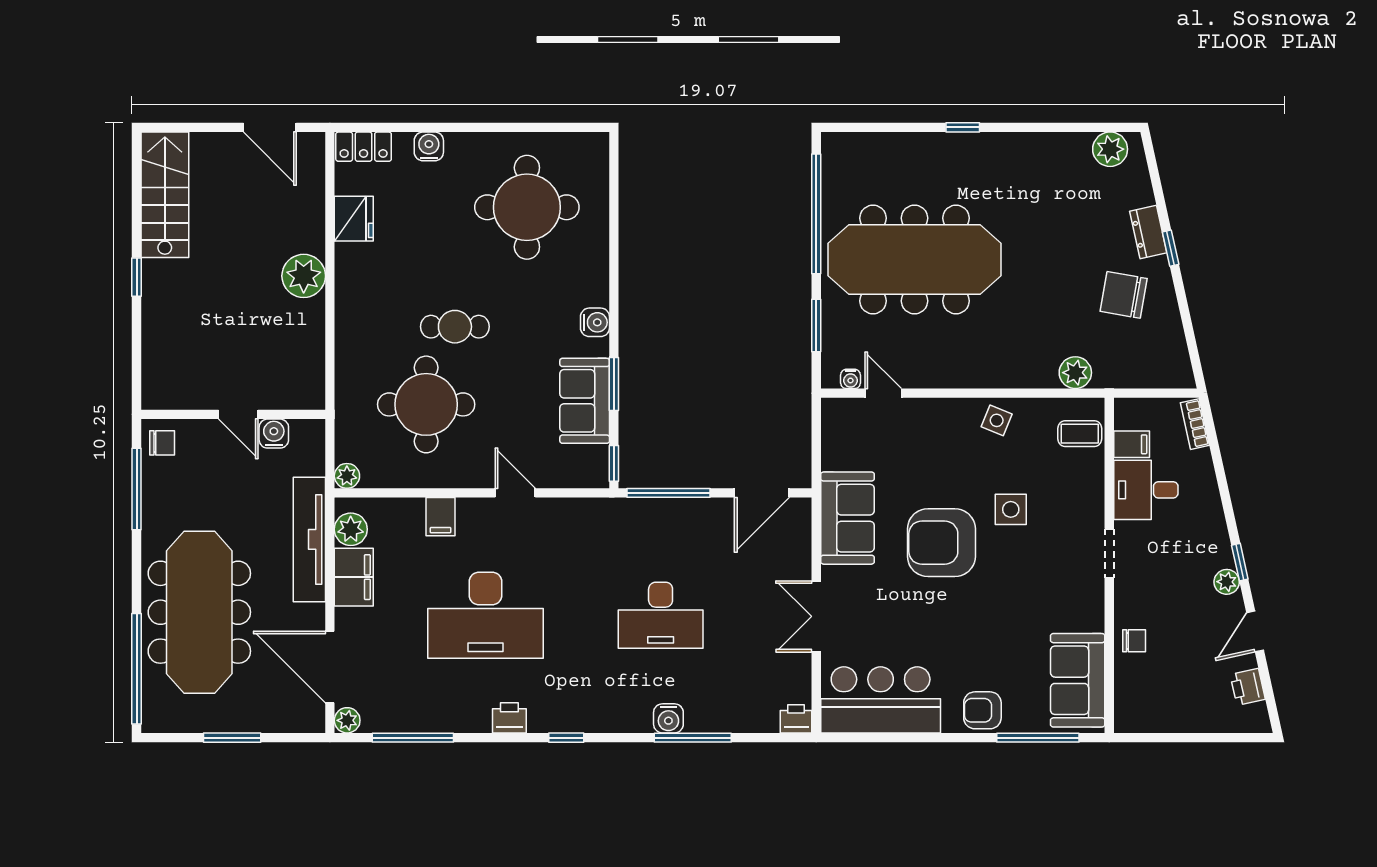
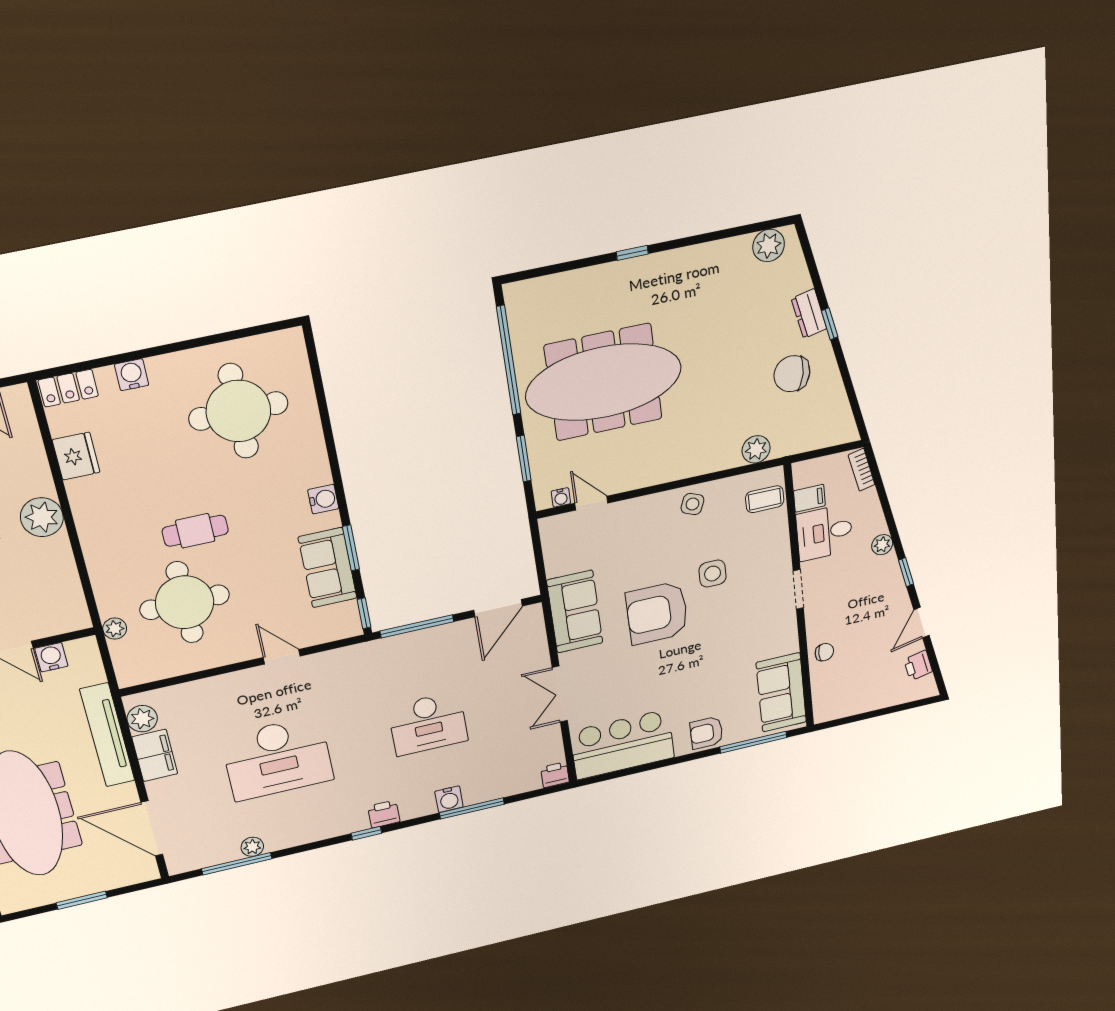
plant: (347, 476) -> (115, 629), moved
filing cabinet: (441, 517) -> (220, 691), removed
plant: (1227, 582) -> (882, 545), moved
printer: (509, 718) -> (384, 814), moved
plant: (347, 720) -> (252, 847), moved

